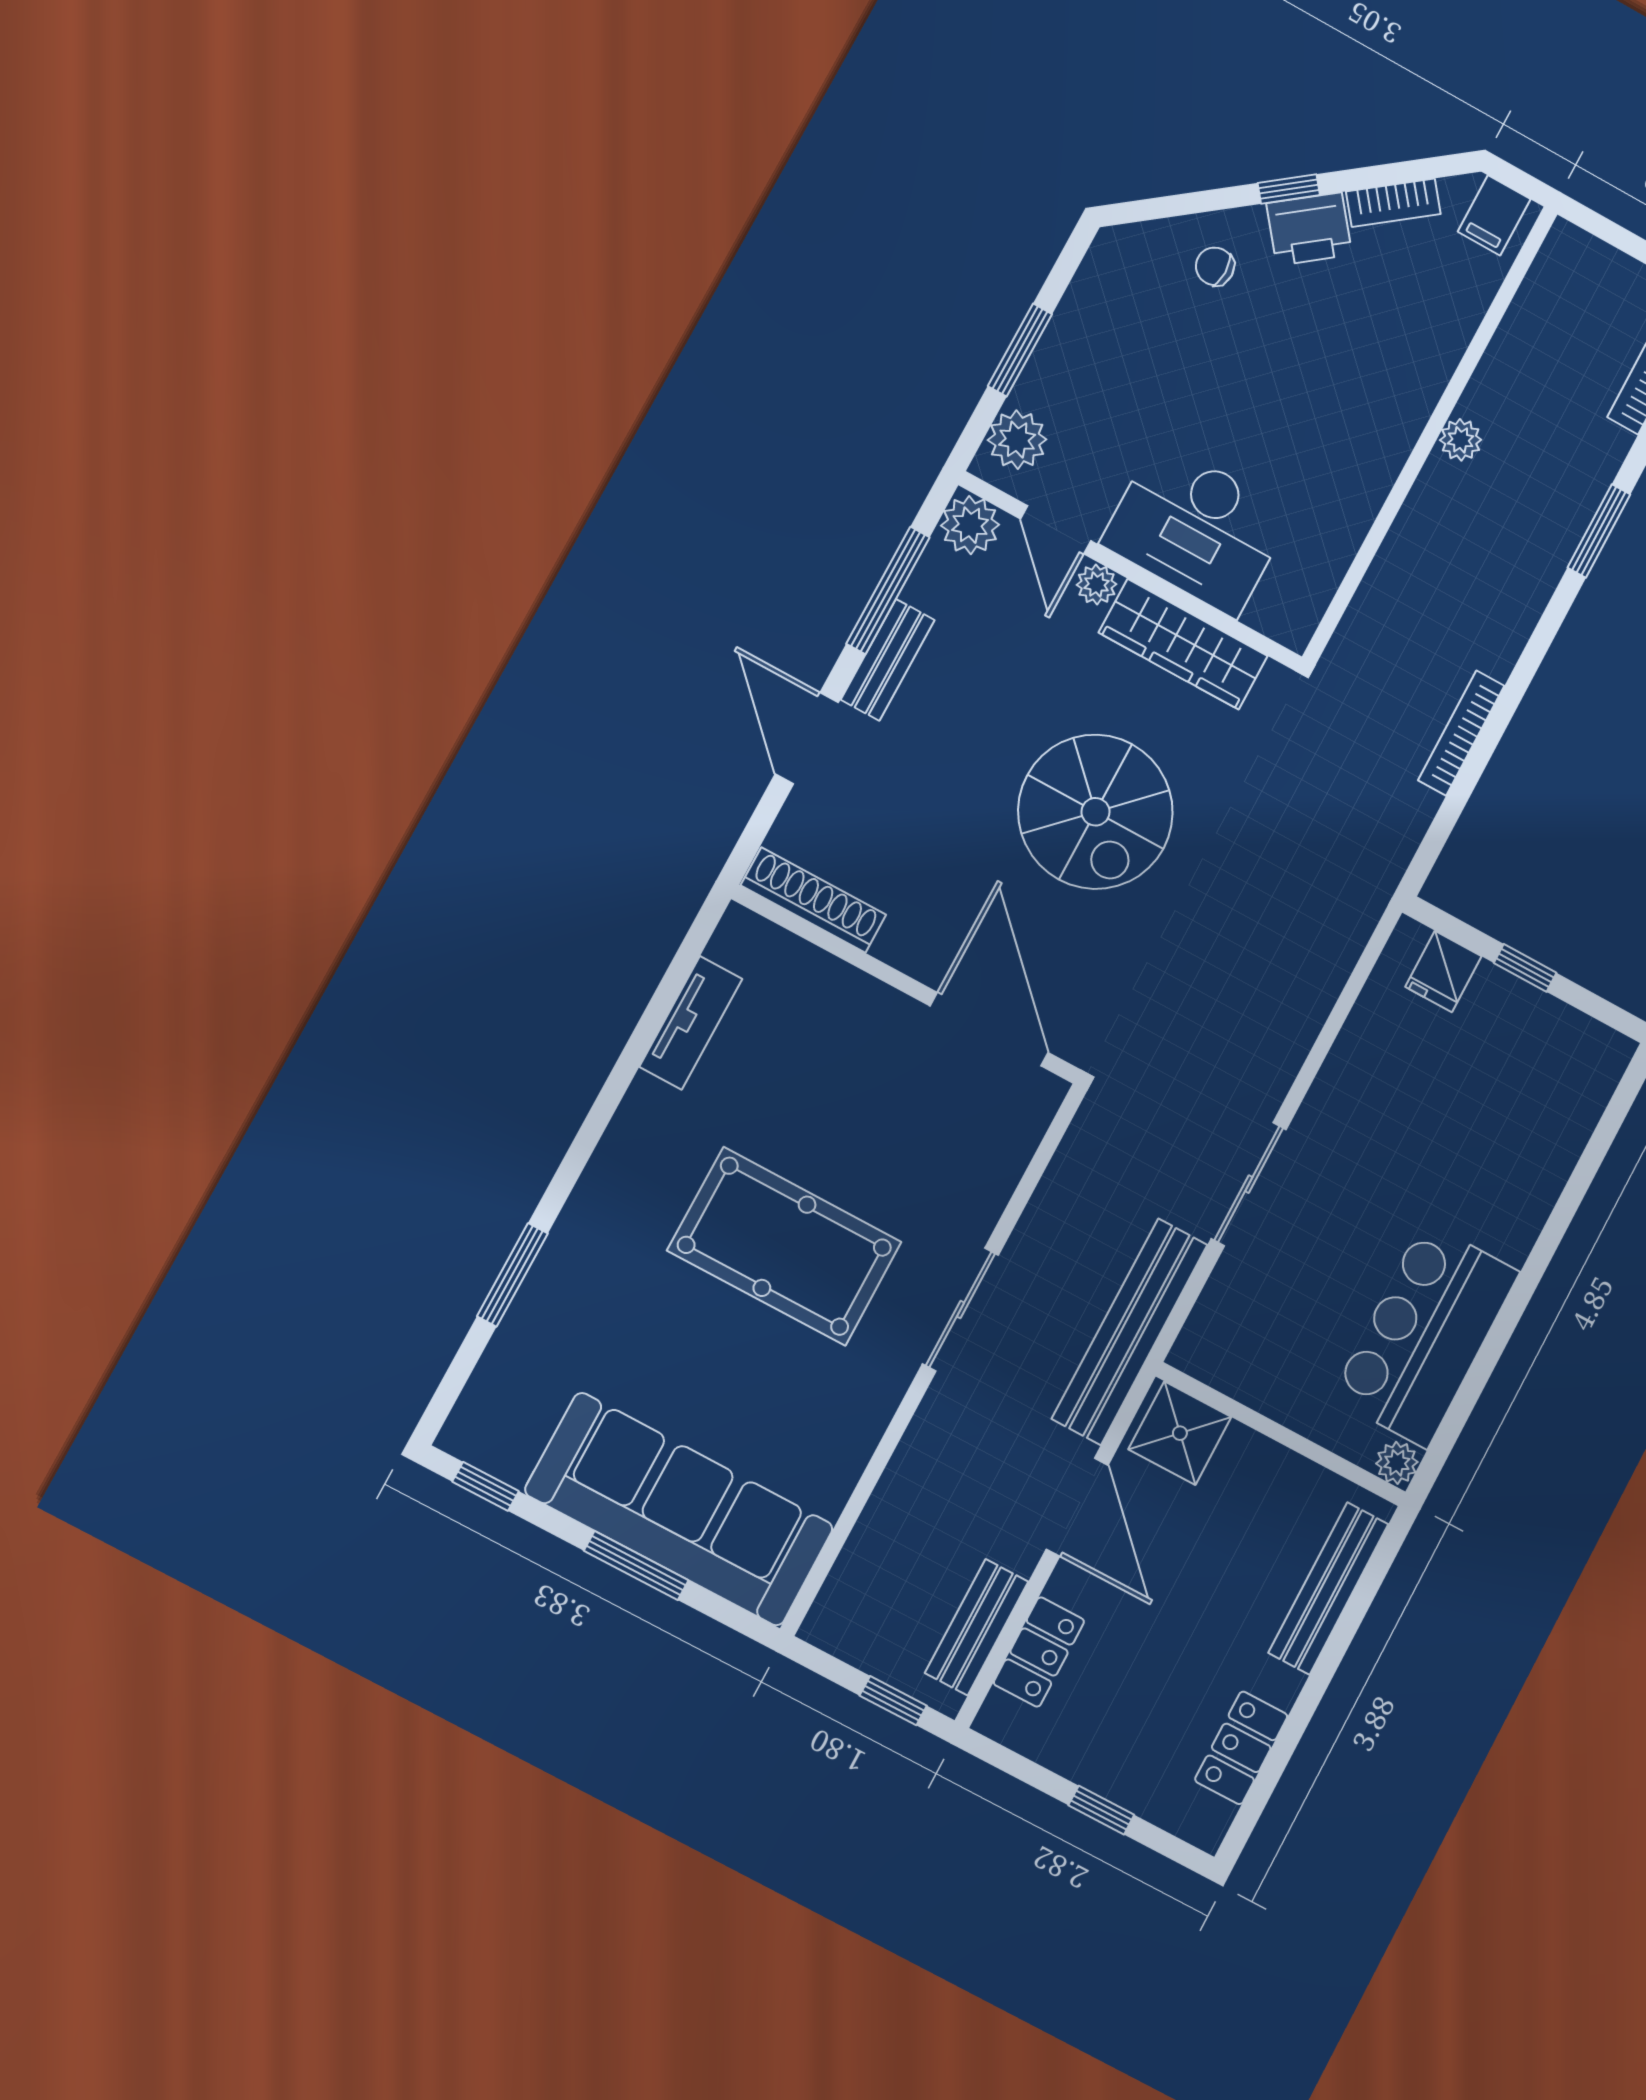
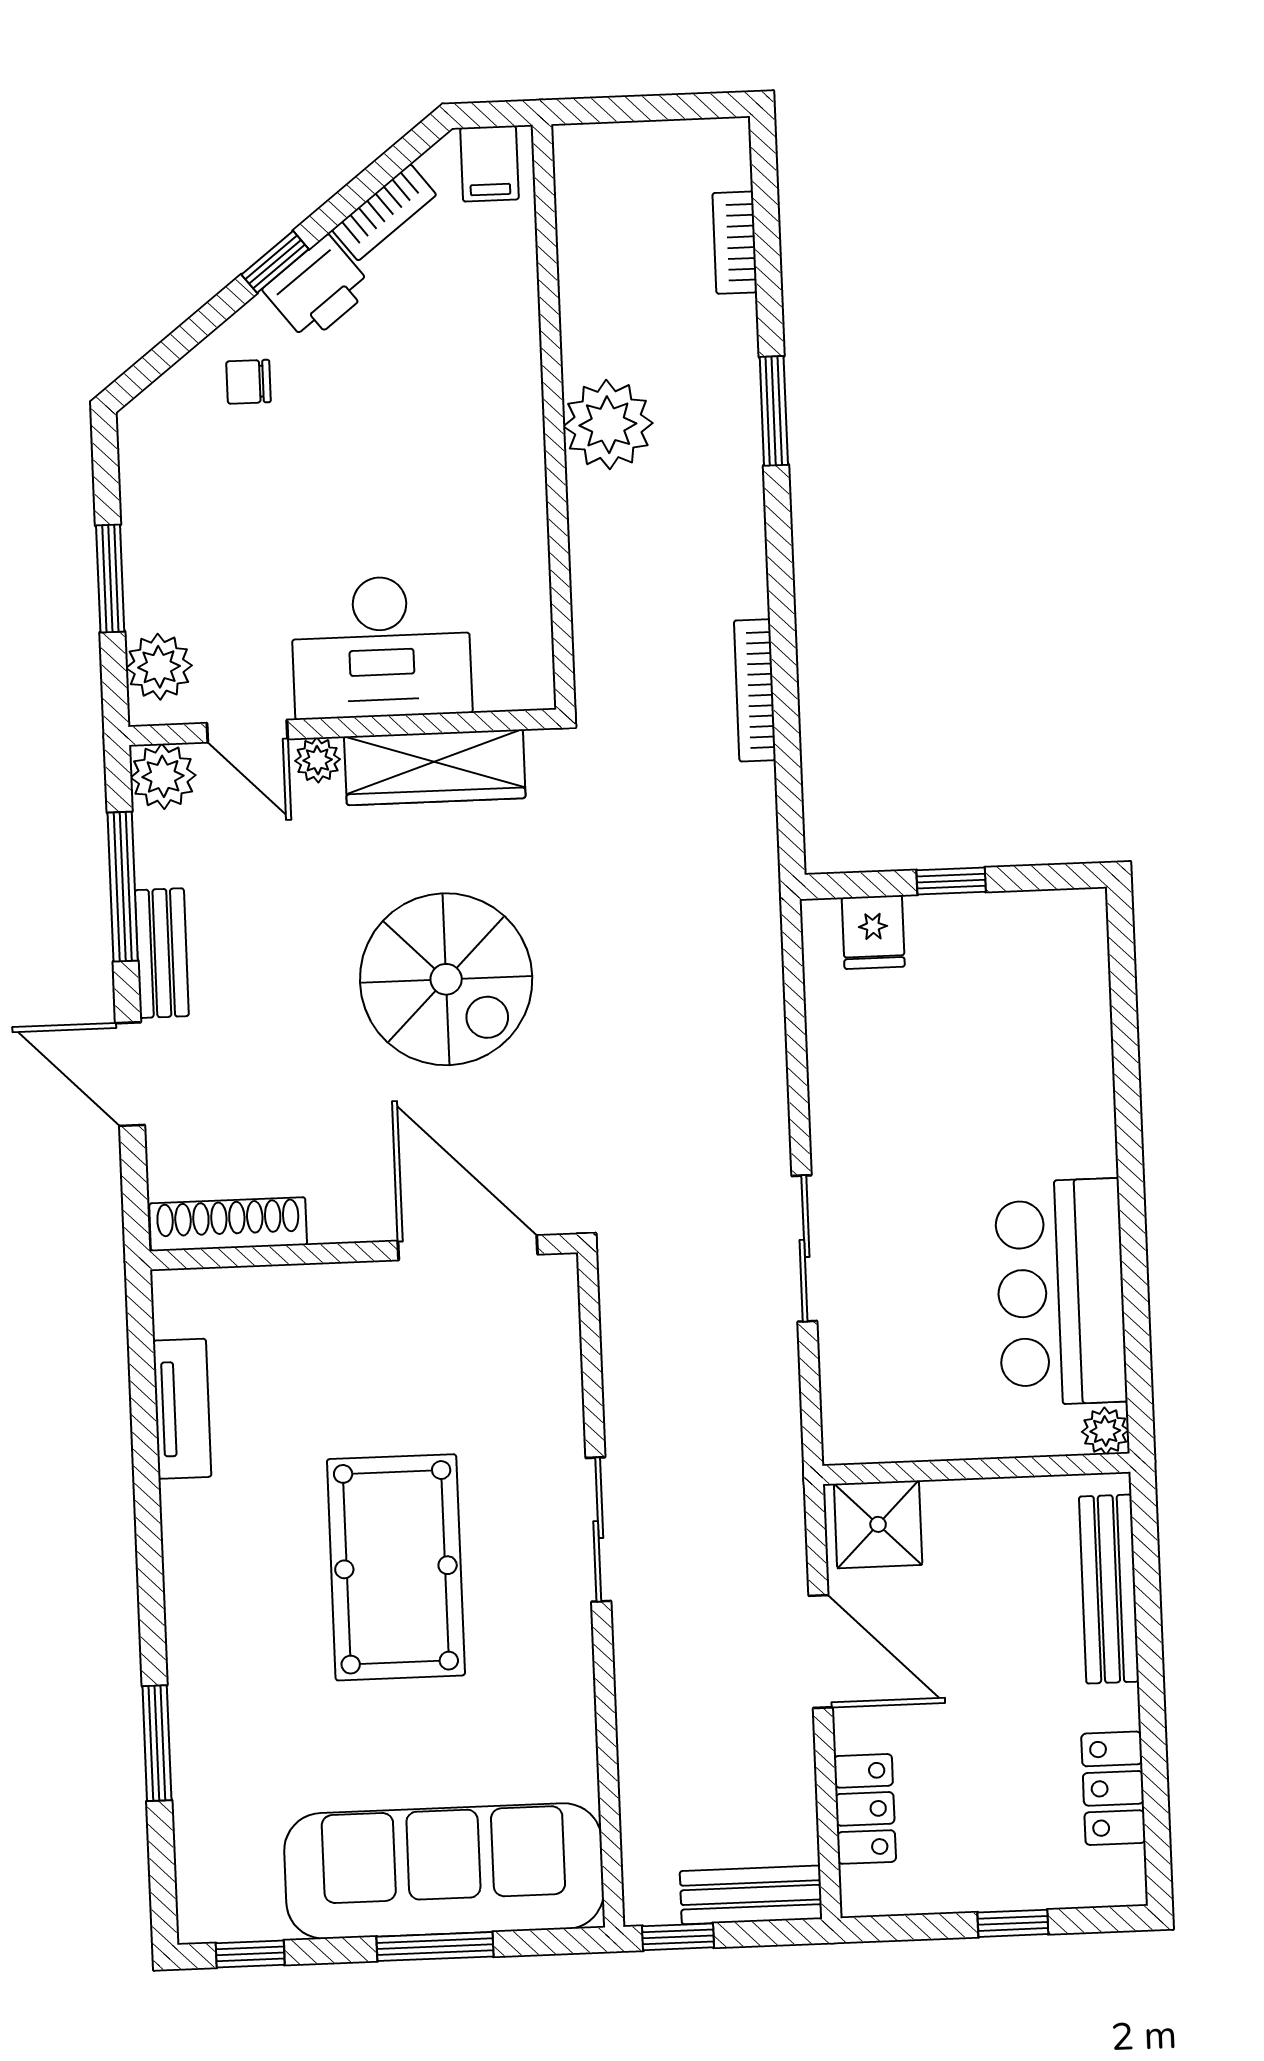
plant: (1461, 440) -> (608, 425), width x1.88, depth x1.88
pool table: (784, 1246) -> (396, 1567), turned 90
bench: (1130, 1332) -> (773, 1456), removed
bench: (977, 1627) -> (751, 1895), moved, turned 90
window: (893, 1701) -> (678, 1937), moved

